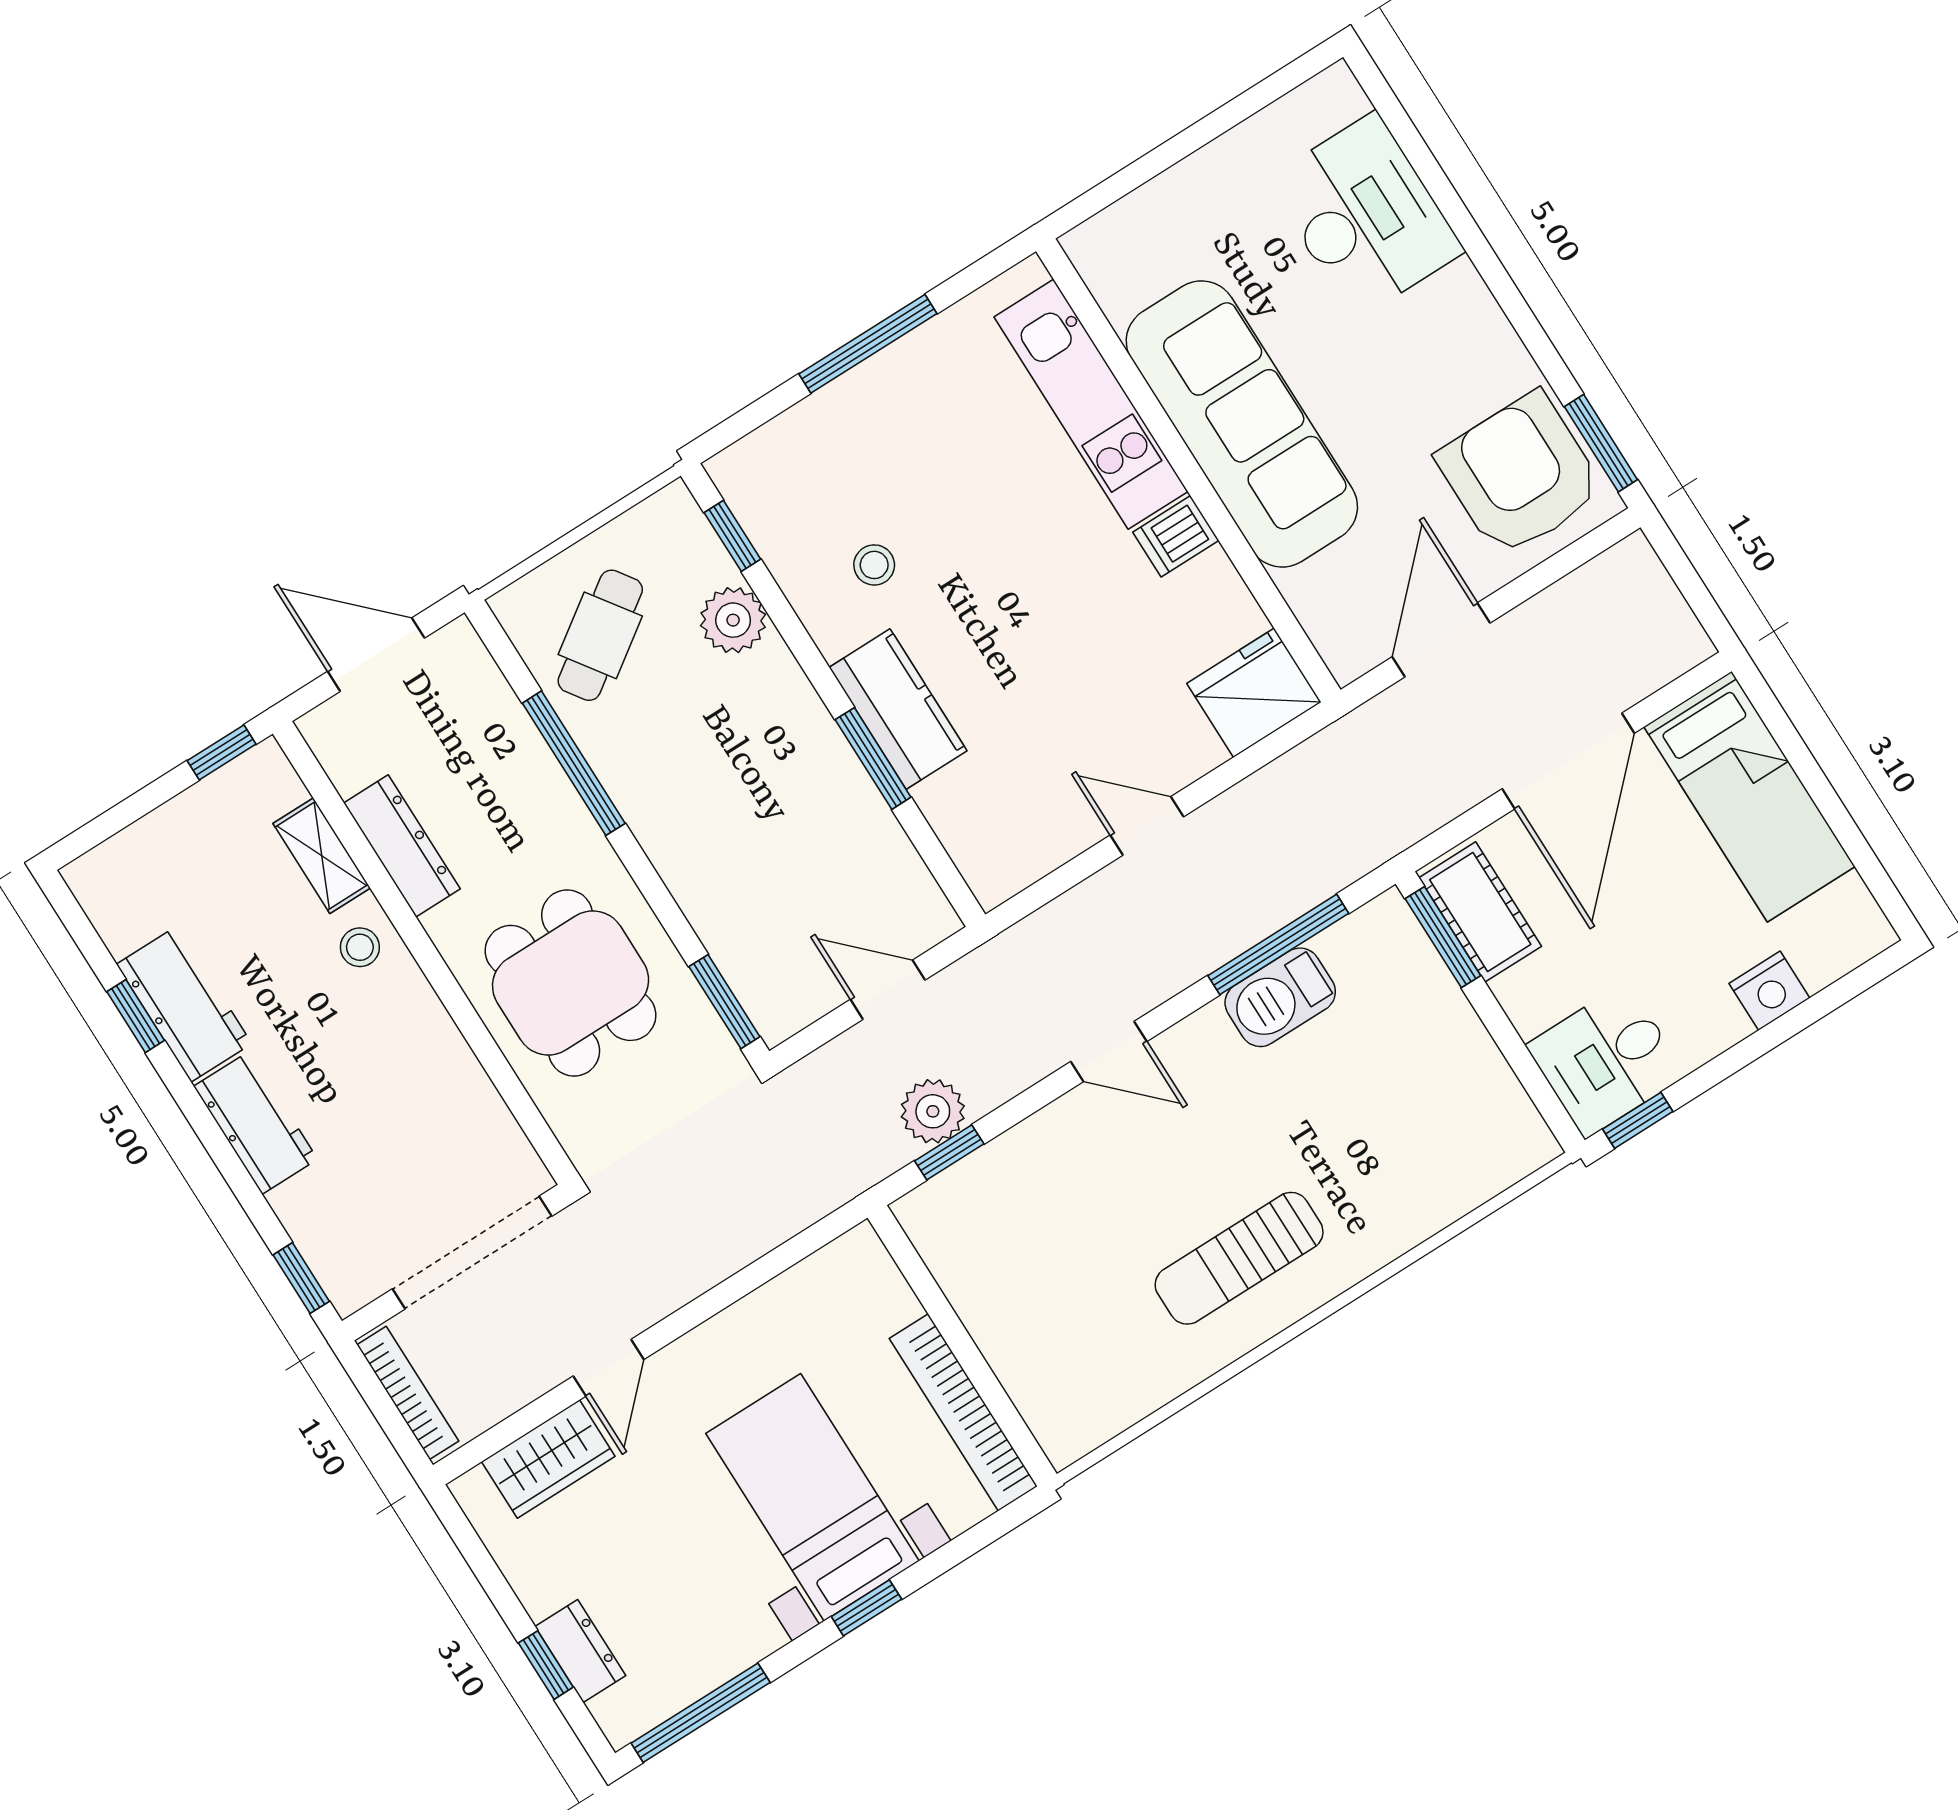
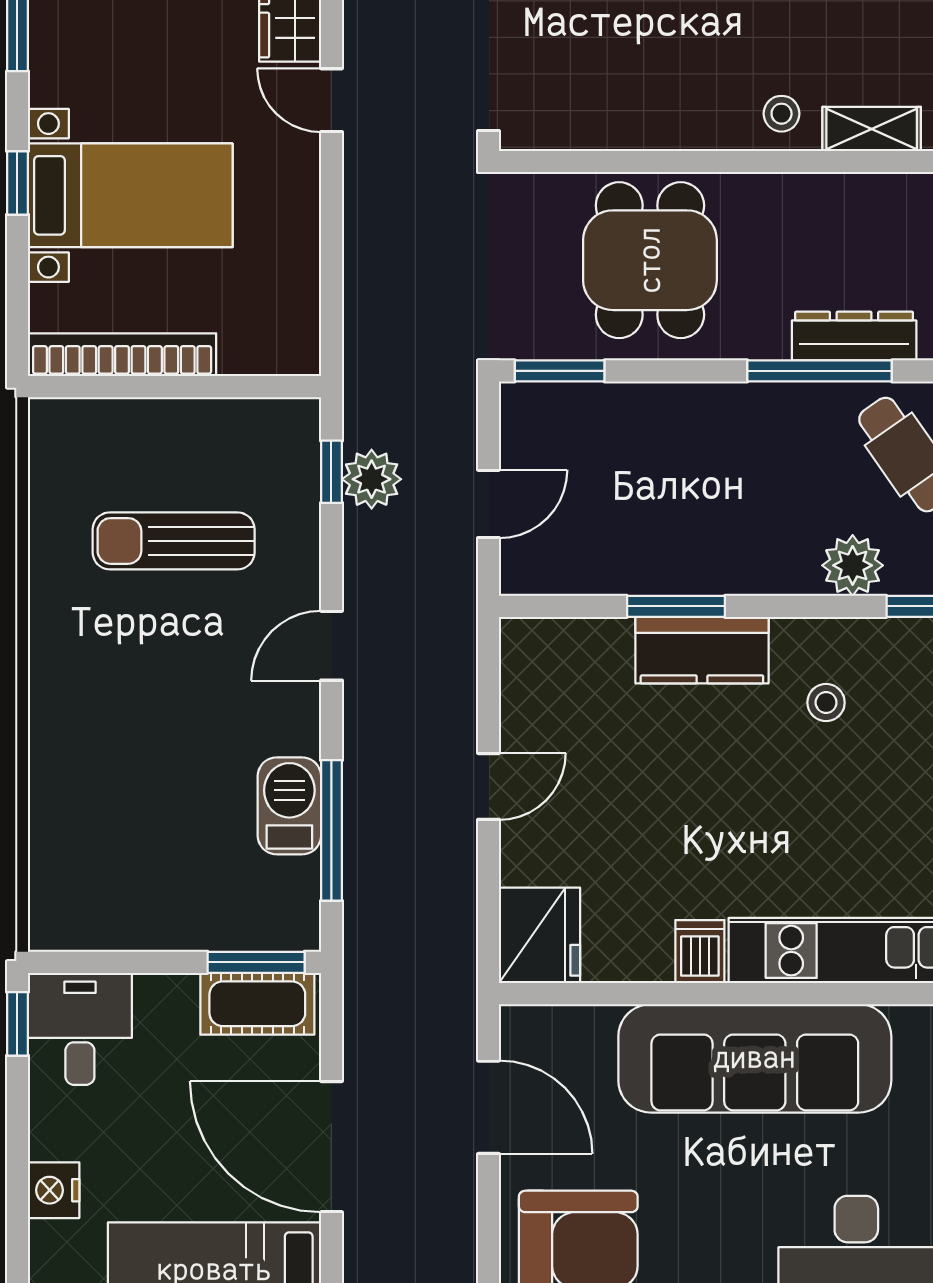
dresser: (402, 846) -> (854, 336), moved, turned 180
dining table: (571, 983) -> (650, 260), turned 90
sun lounger: (1239, 1258) -> (174, 541), moved, turned -90

